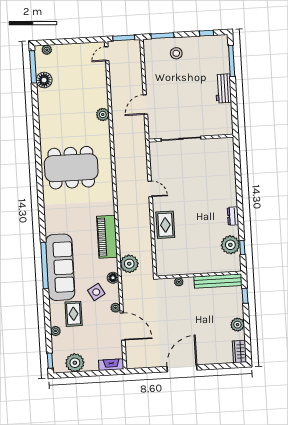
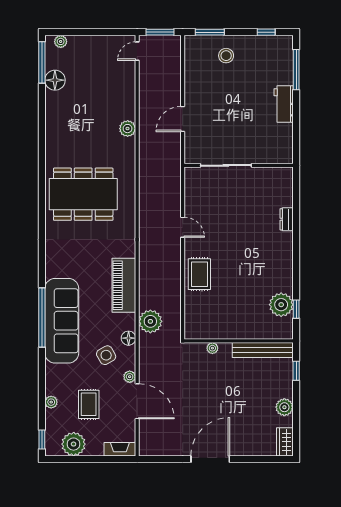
dresser: (233, 216) -> (287, 219), moved
rug: (74, 314) -> (89, 404), moved

